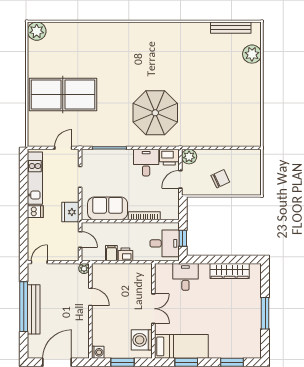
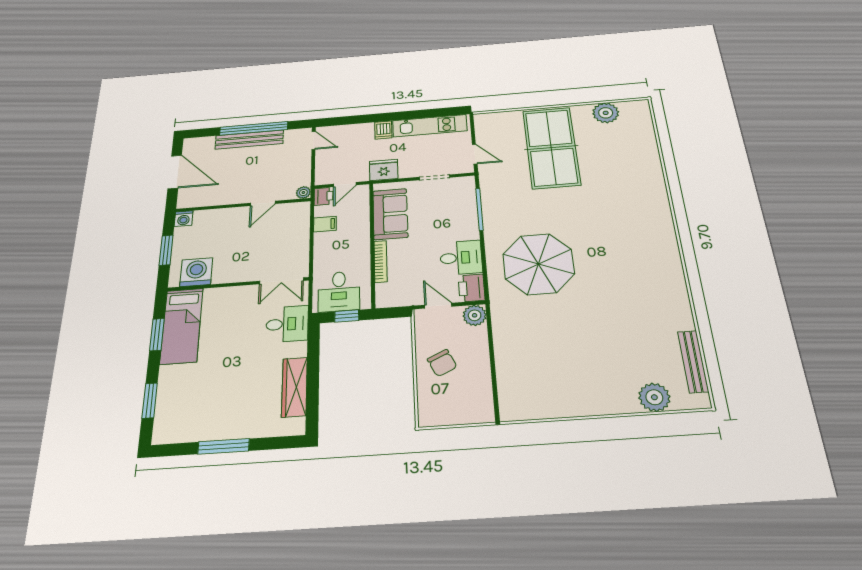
plant: (37, 31) -> (606, 113), moved
printer: (125, 254) -> (323, 196), moved
double door: (153, 309) -> (281, 281), moved

